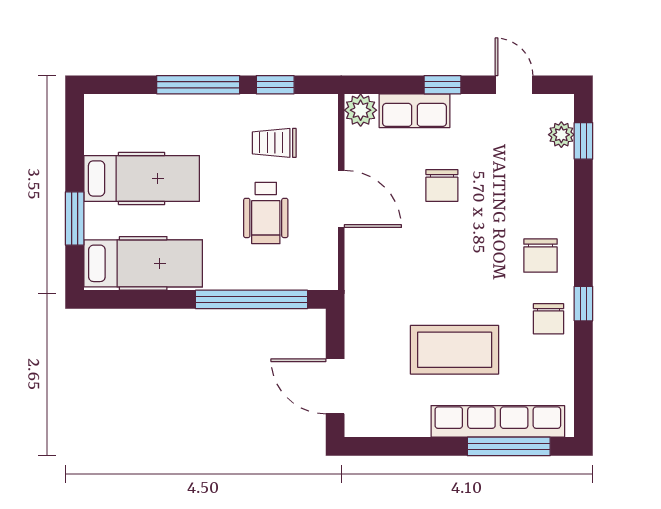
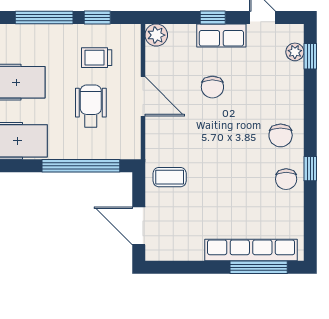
row of seats: (415, 111) -> (221, 35), moved
wheelchair: (266, 213) -> (91, 106), turned 180
coffee table: (455, 350) -> (170, 177), moved, width x0.54, depth x0.58

